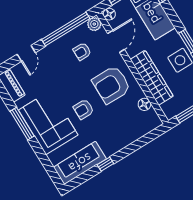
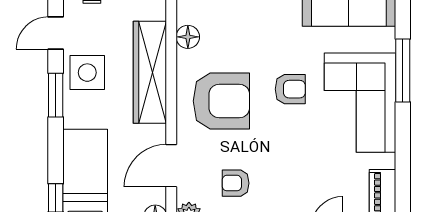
armchair: (82, 51) -> (236, 183), turned 180
window: (22, 124) -> (403, 71), moved

